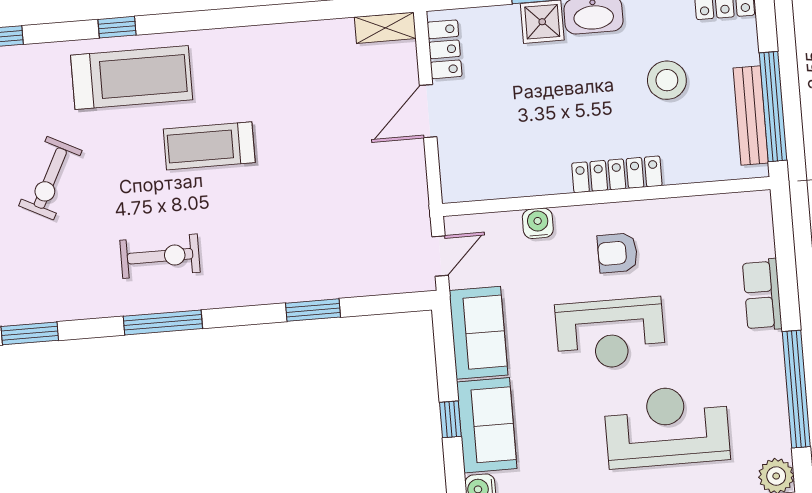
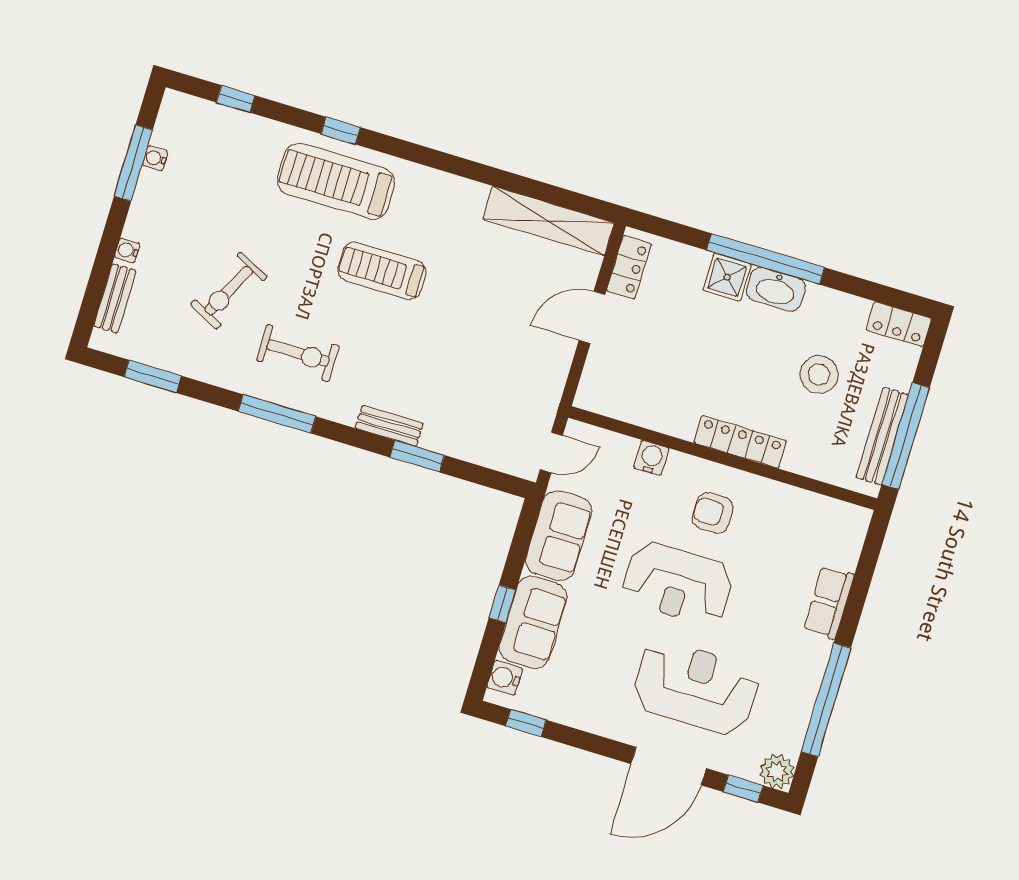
shelving: (385, 28) -> (548, 221), width x2.20, depth x1.33
treadmill: (132, 77) -> (336, 181), turned 180
exercise bike: (50, 178) -> (229, 291), moved
bench: (275, 291) -> (389, 426), added

